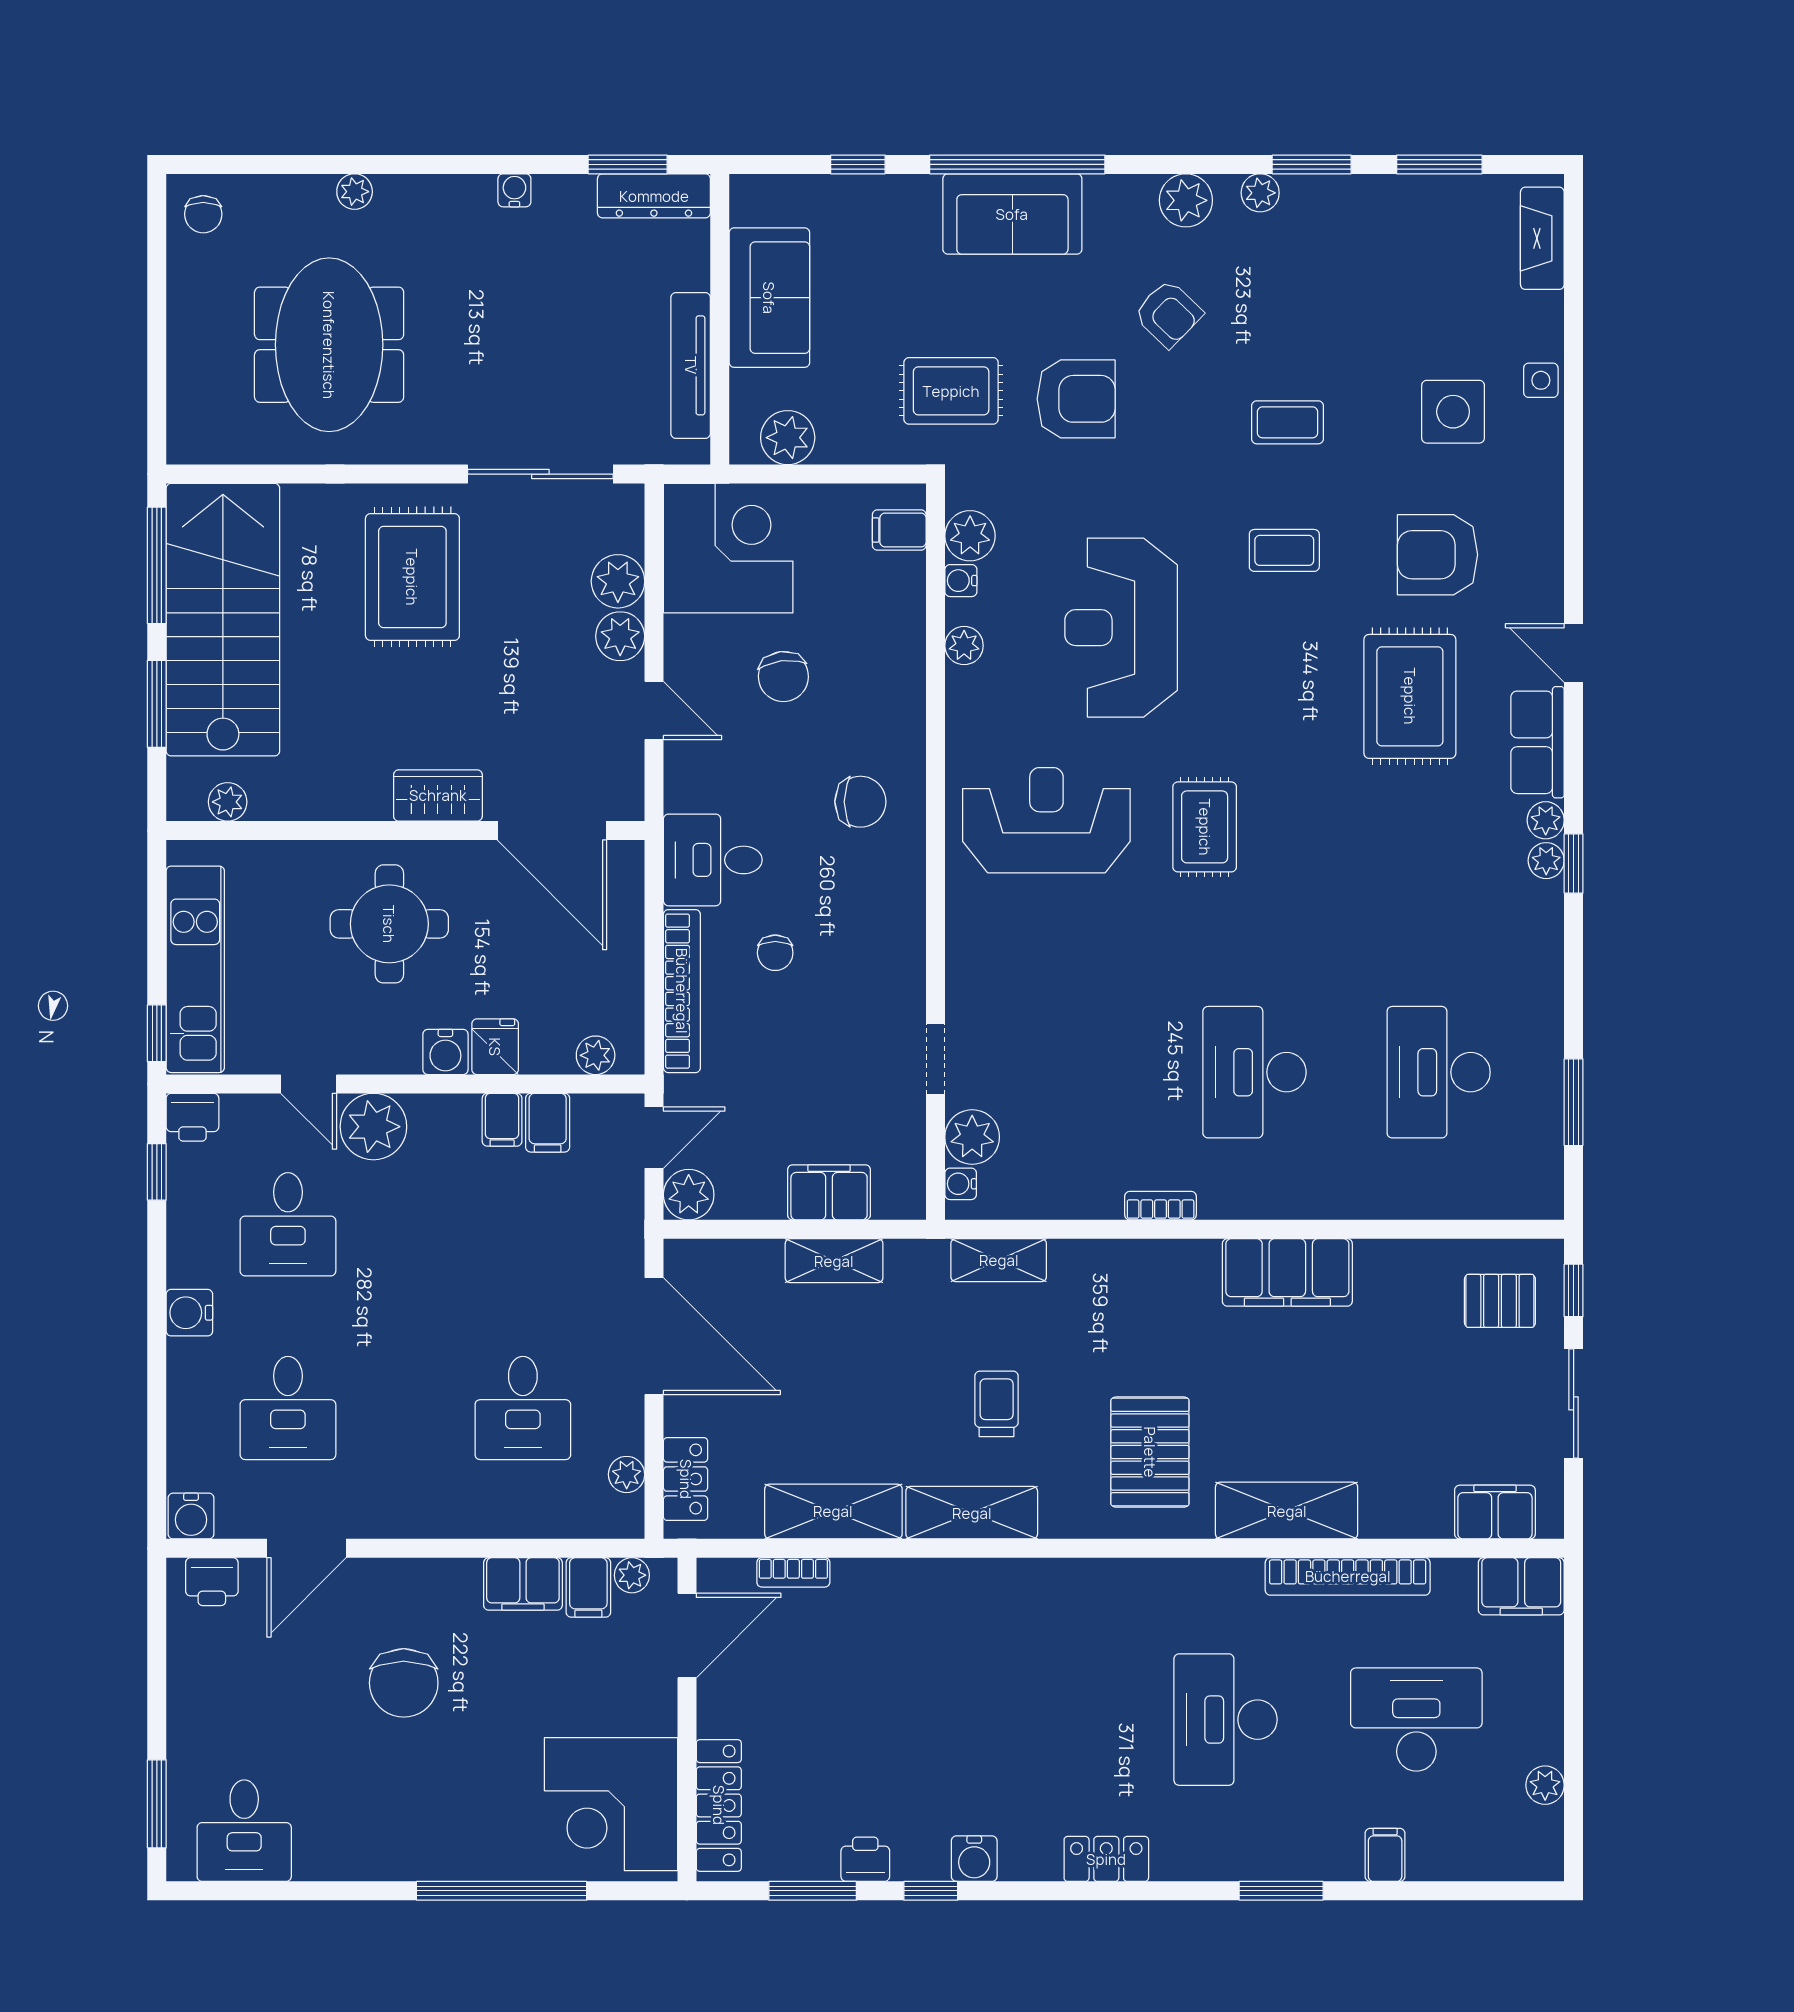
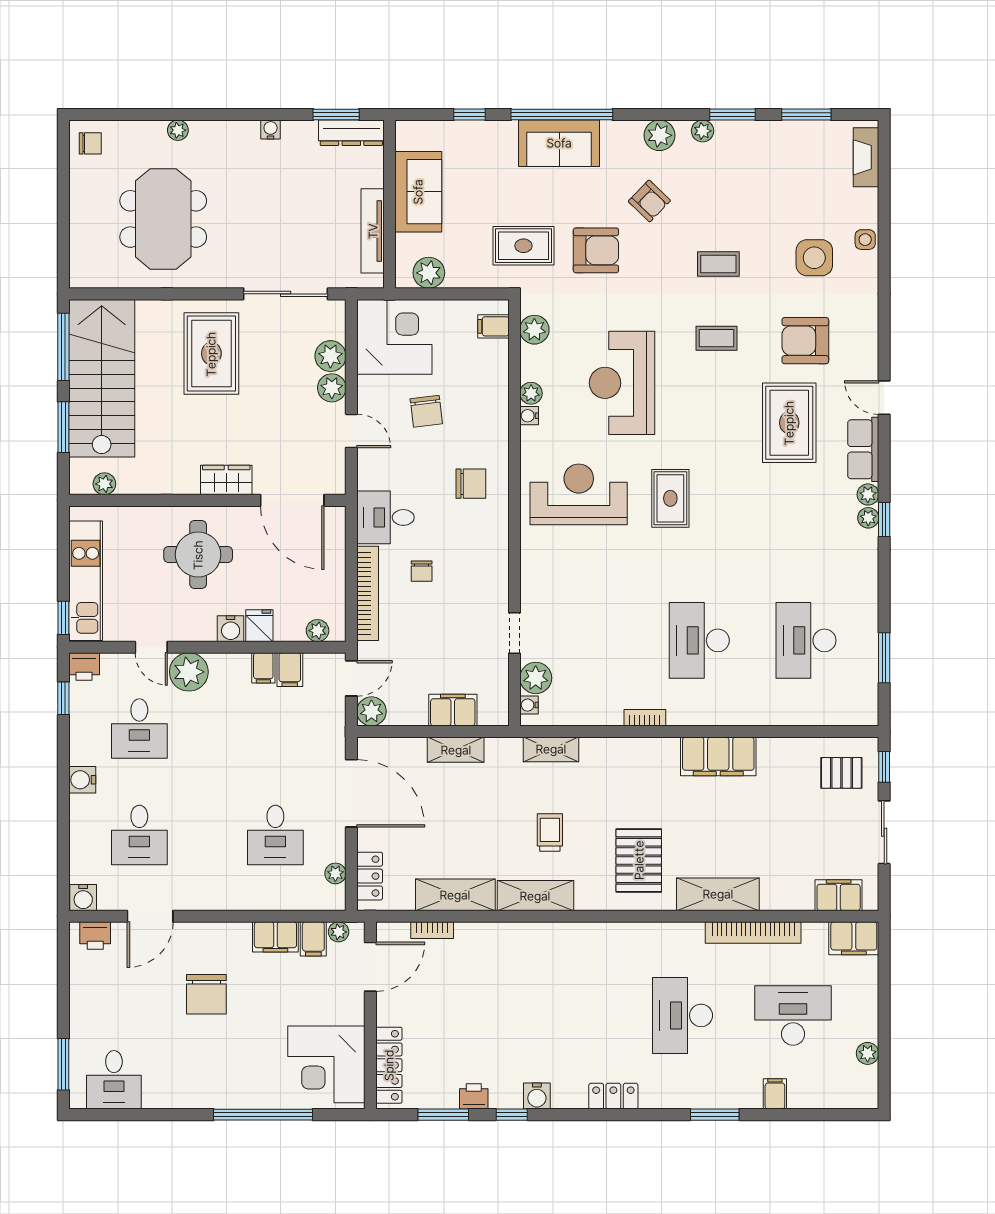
chair: (203, 214) -> (90, 143), turned -90
water cooler: (961, 581) -> (529, 416), moved

